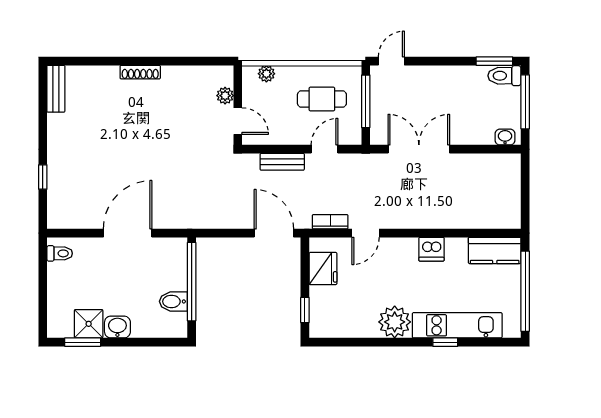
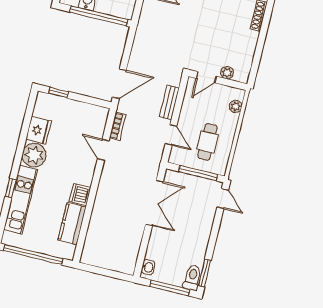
kitchen counter: (495, 250) -> (72, 224), moved
fridge: (323, 269) -> (38, 130), moved, turned -90

